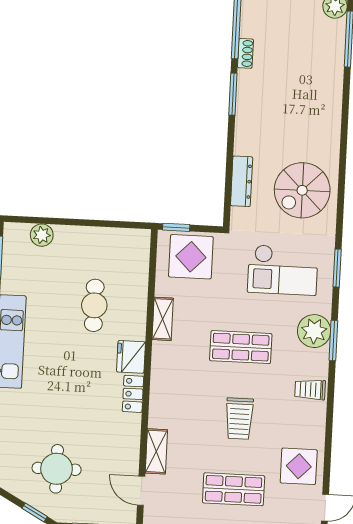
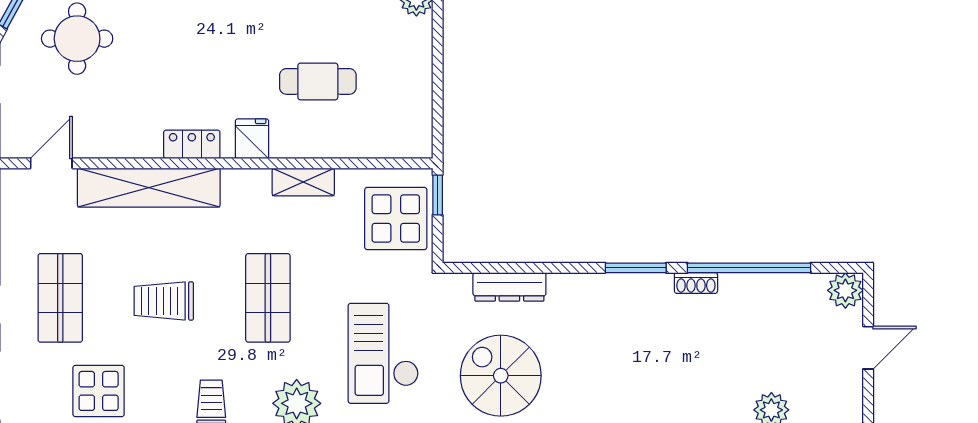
fridge: (131, 357) -> (252, 139), width x0.72
shelving: (156, 451) -> (149, 188), width x2.20, depth x1.33

